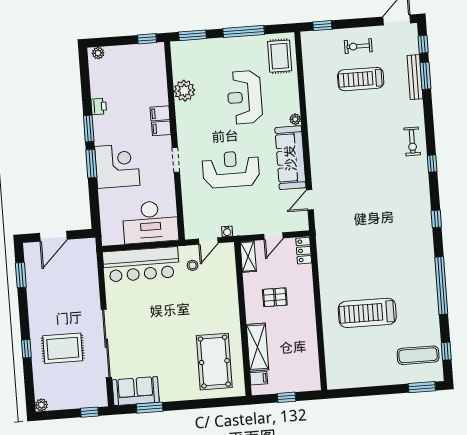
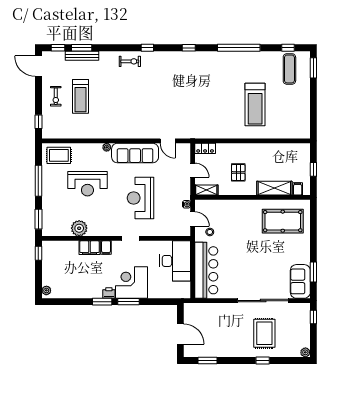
printer: (99, 106) -> (109, 293), moved
filing cabinet: (160, 113) -> (89, 248), width x2.00

